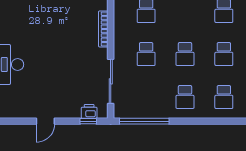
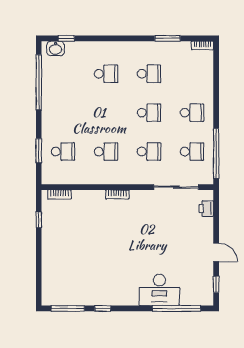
bookcase: (103, 29) -> (117, 194), width x0.64
school desk: (224, 97) -> (192, 152), moved
window: (88, 121) -> (216, 284), moved

